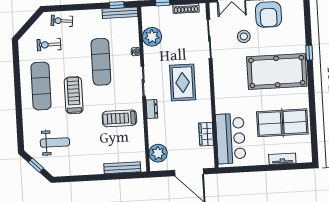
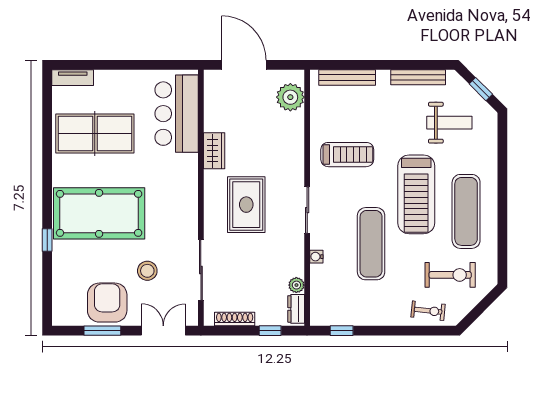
bench: (120, 13) -> (418, 77), moved
plant: (152, 37) -> (296, 285), width x0.53, depth x0.53
exercise bike: (49, 45) -> (450, 275), width x1.38, depth x1.39
treadmill: (74, 95) -> (416, 194), width x1.37, depth x1.38
dresser: (152, 109) -> (296, 309), moved
wardrobe: (206, 134) -> (214, 151), moved
weight bench: (55, 142) -> (449, 123), turned 180
tv unit: (282, 159) -> (73, 78), moved

